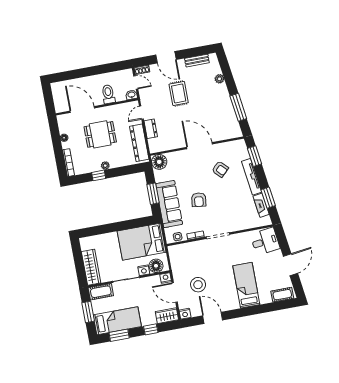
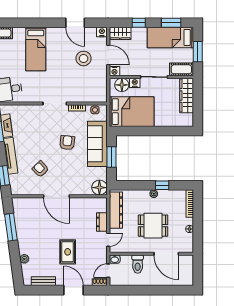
door: (136, 82) -> (108, 271), hinge flipped

